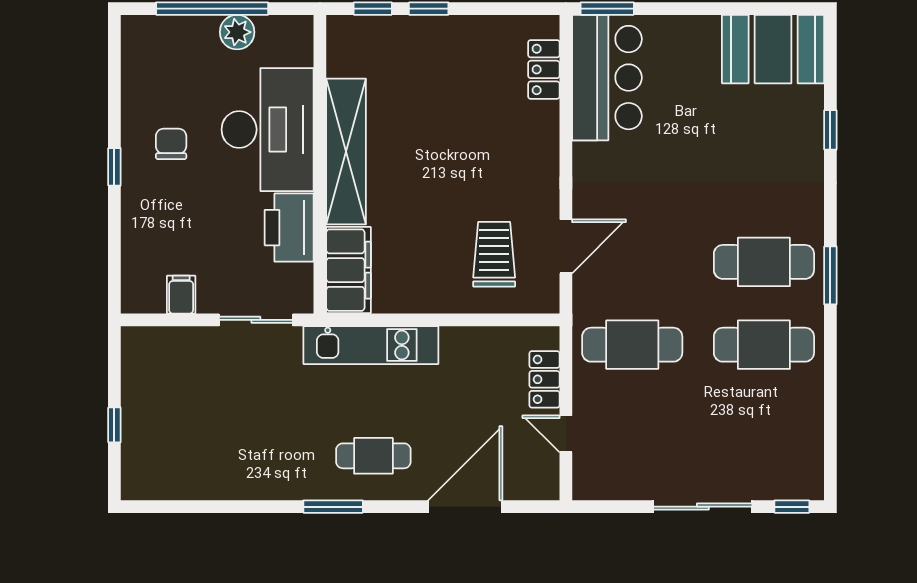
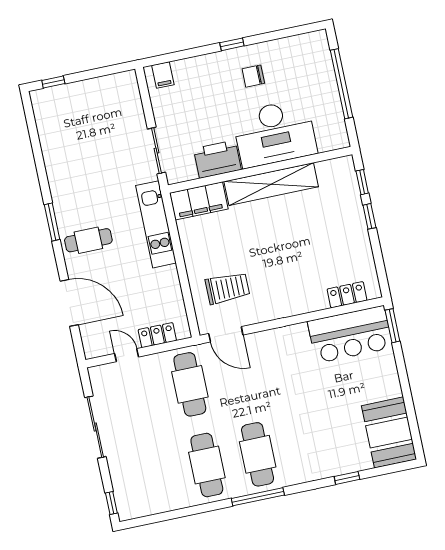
plant: (237, 32) -> (330, 102), removed
chair: (171, 144) -> (253, 76), turned 180
door: (566, 246) -> (226, 334), moved
window: (830, 275) -> (258, 497), width x1.44
filing cabinet: (181, 295) -> (163, 75), moved, turned 90
window: (114, 425) -> (53, 82), moved
door: (566, 434) -> (127, 355), hinge flipped
cafe table: (373, 456) -> (88, 240), turned 90
sliding door: (703, 507) -> (95, 427), moved

